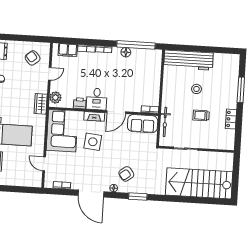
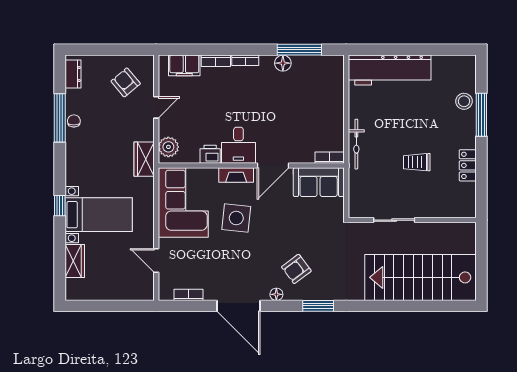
window: (136, 45) -> (299, 50), width x0.68
stool: (196, 89) -> (464, 101), moved
bicycle: (165, 122) -> (356, 144), moved

